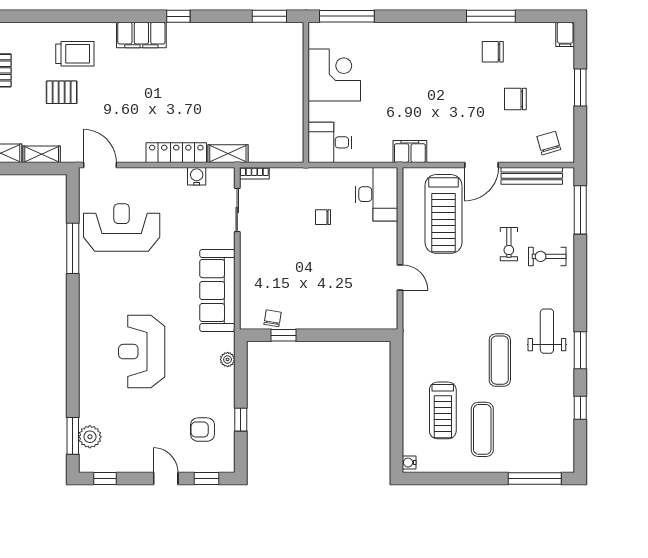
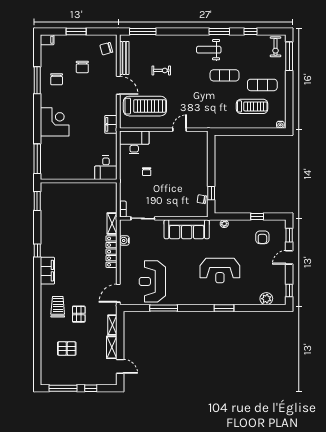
corner desk: (334, 75) -> (55, 122), moved, turned 90
exercise bike: (547, 256) -> (276, 47), moved
window: (73, 436) -> (224, 308), moved

